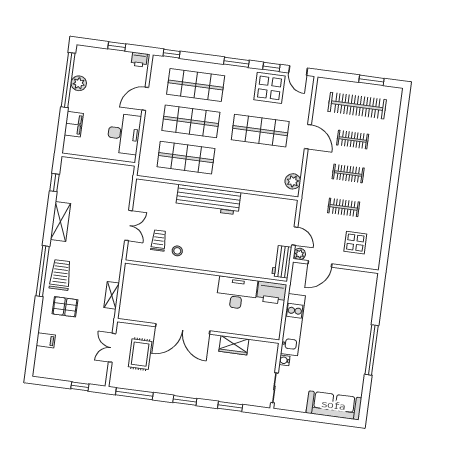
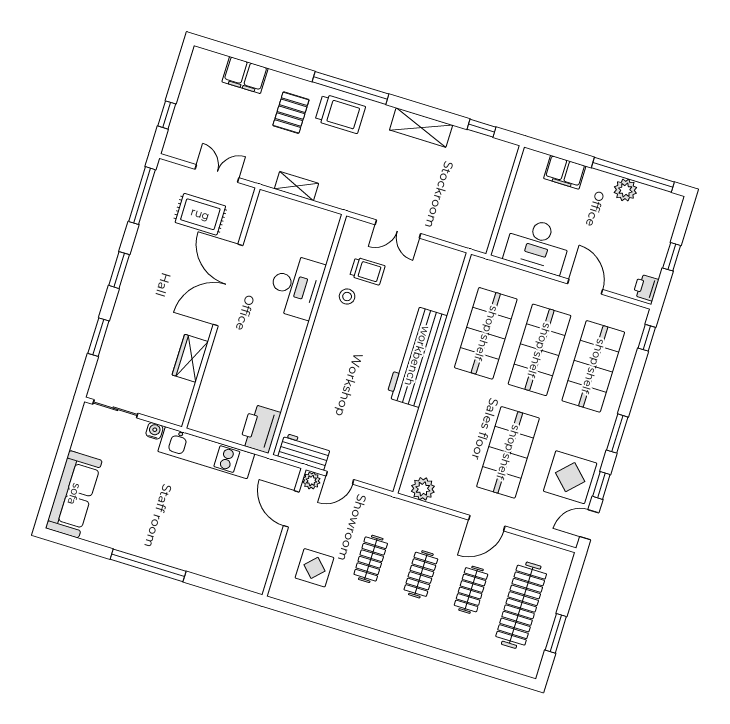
desk: (237, 293) -> (296, 286), moved
filing cabinet: (46, 340) -> (245, 75), width x2.00

